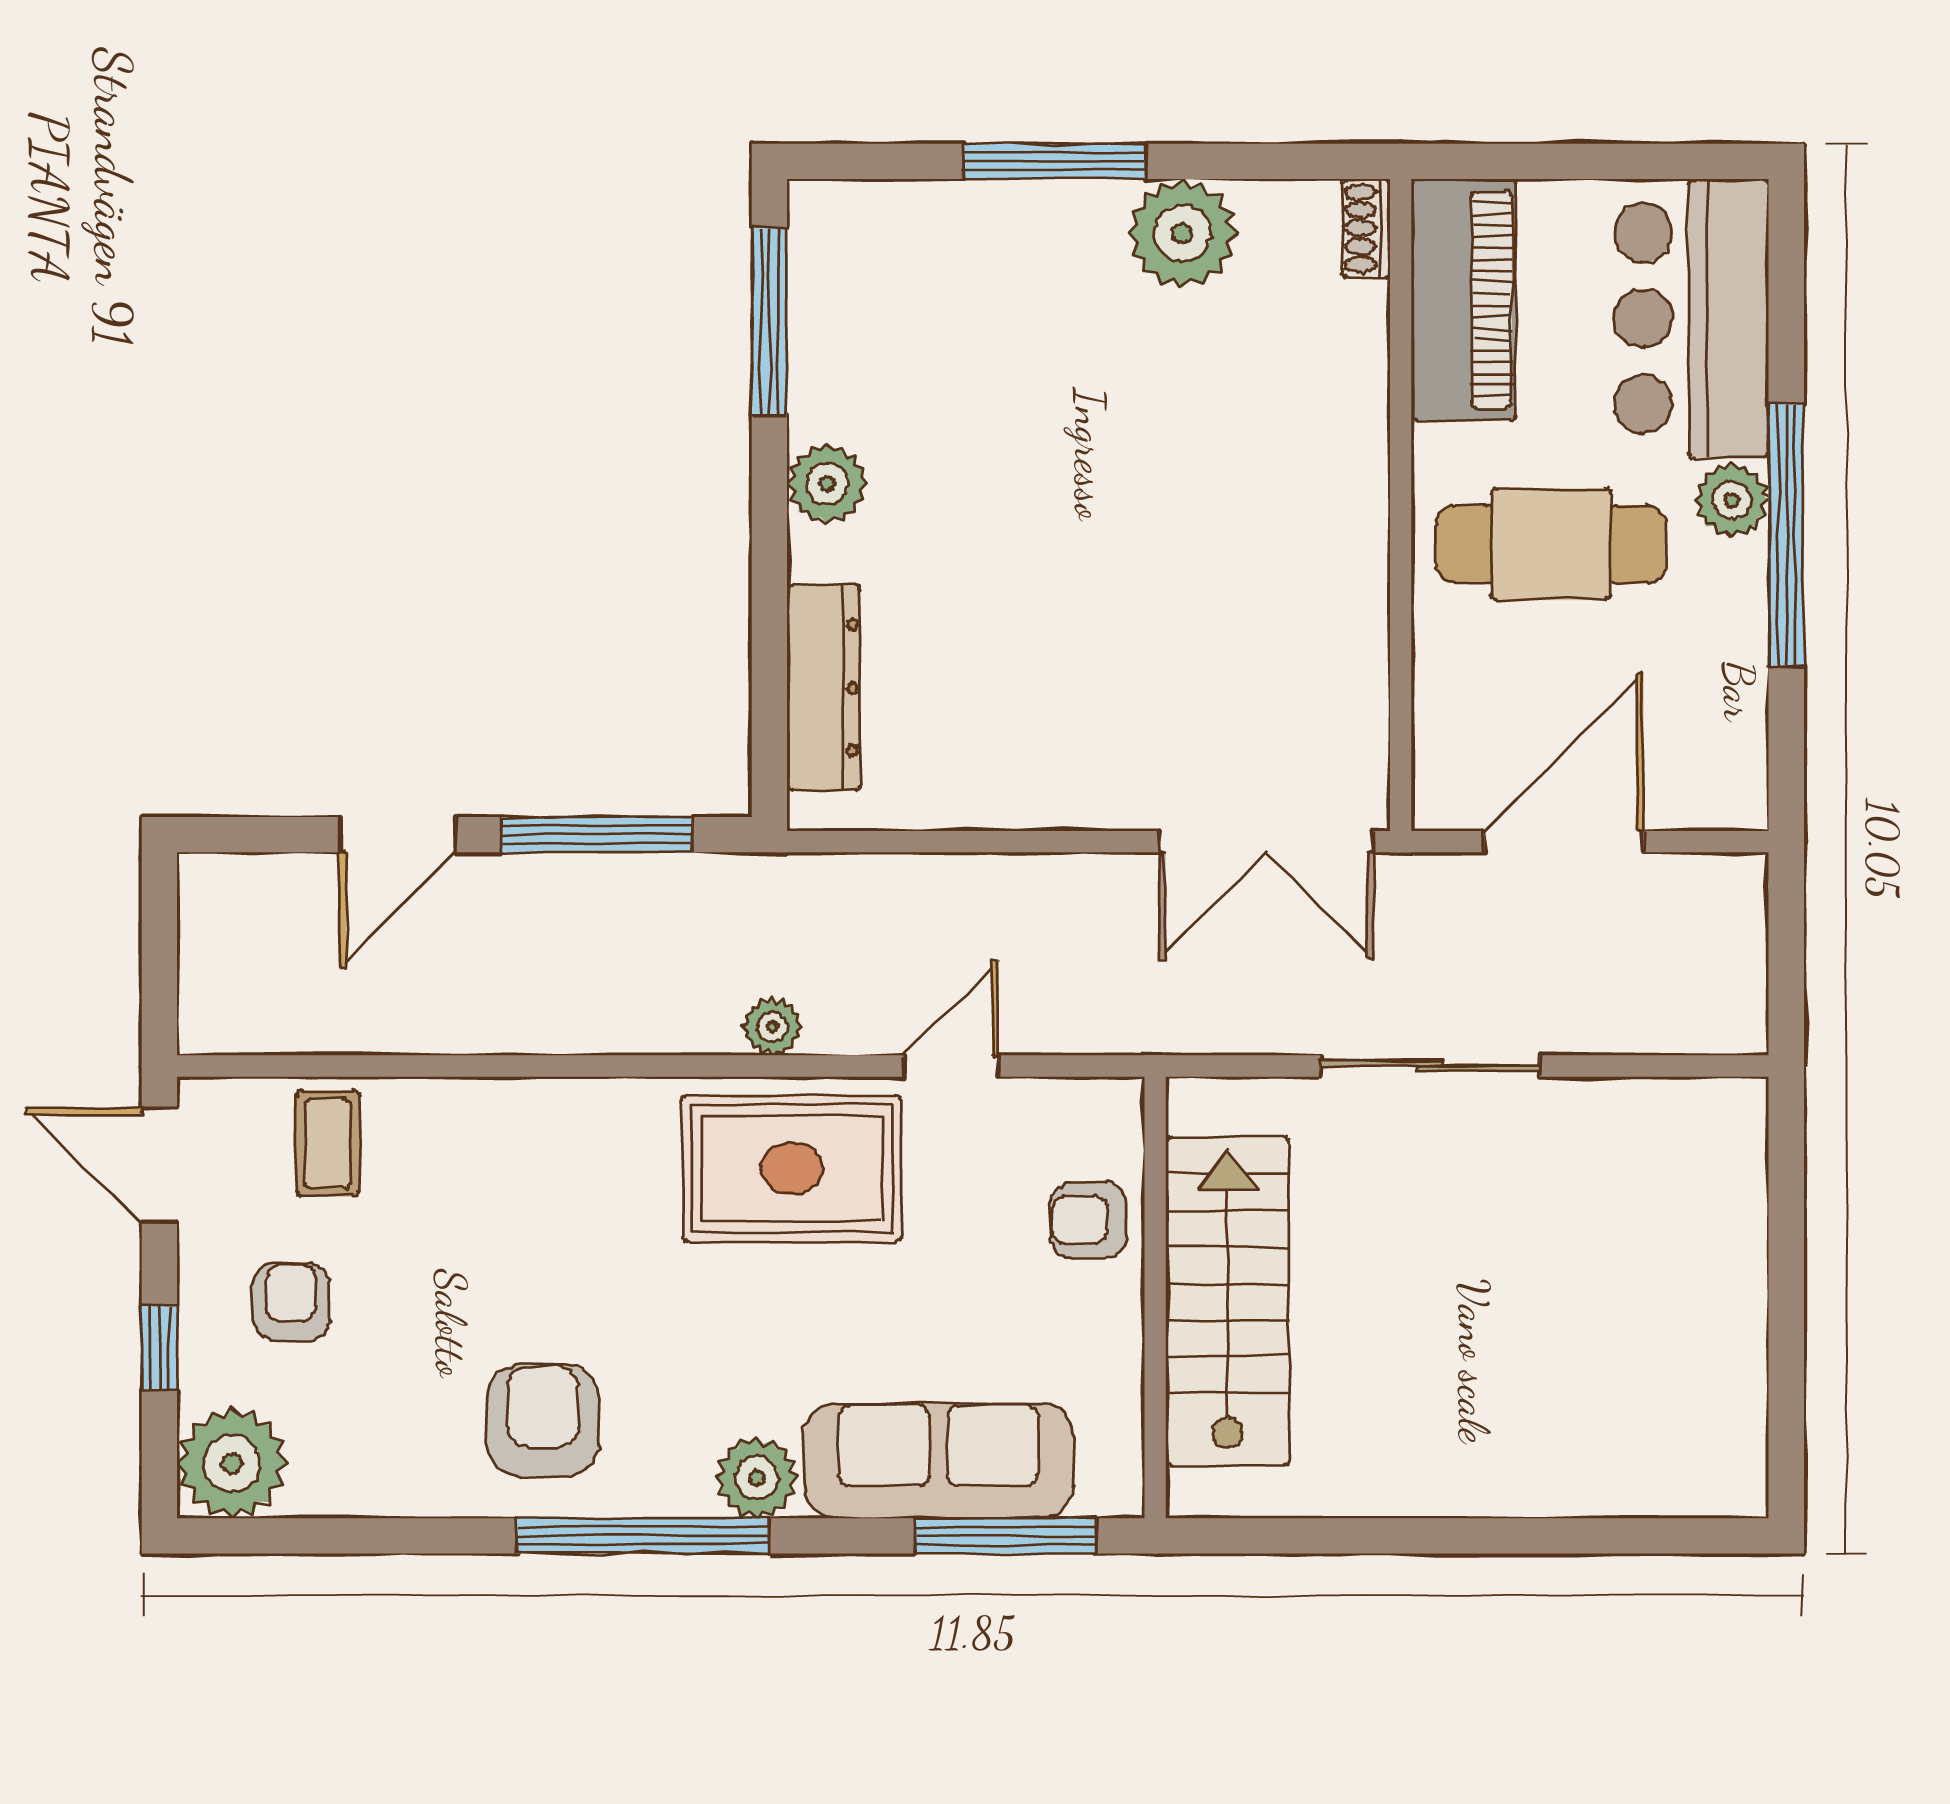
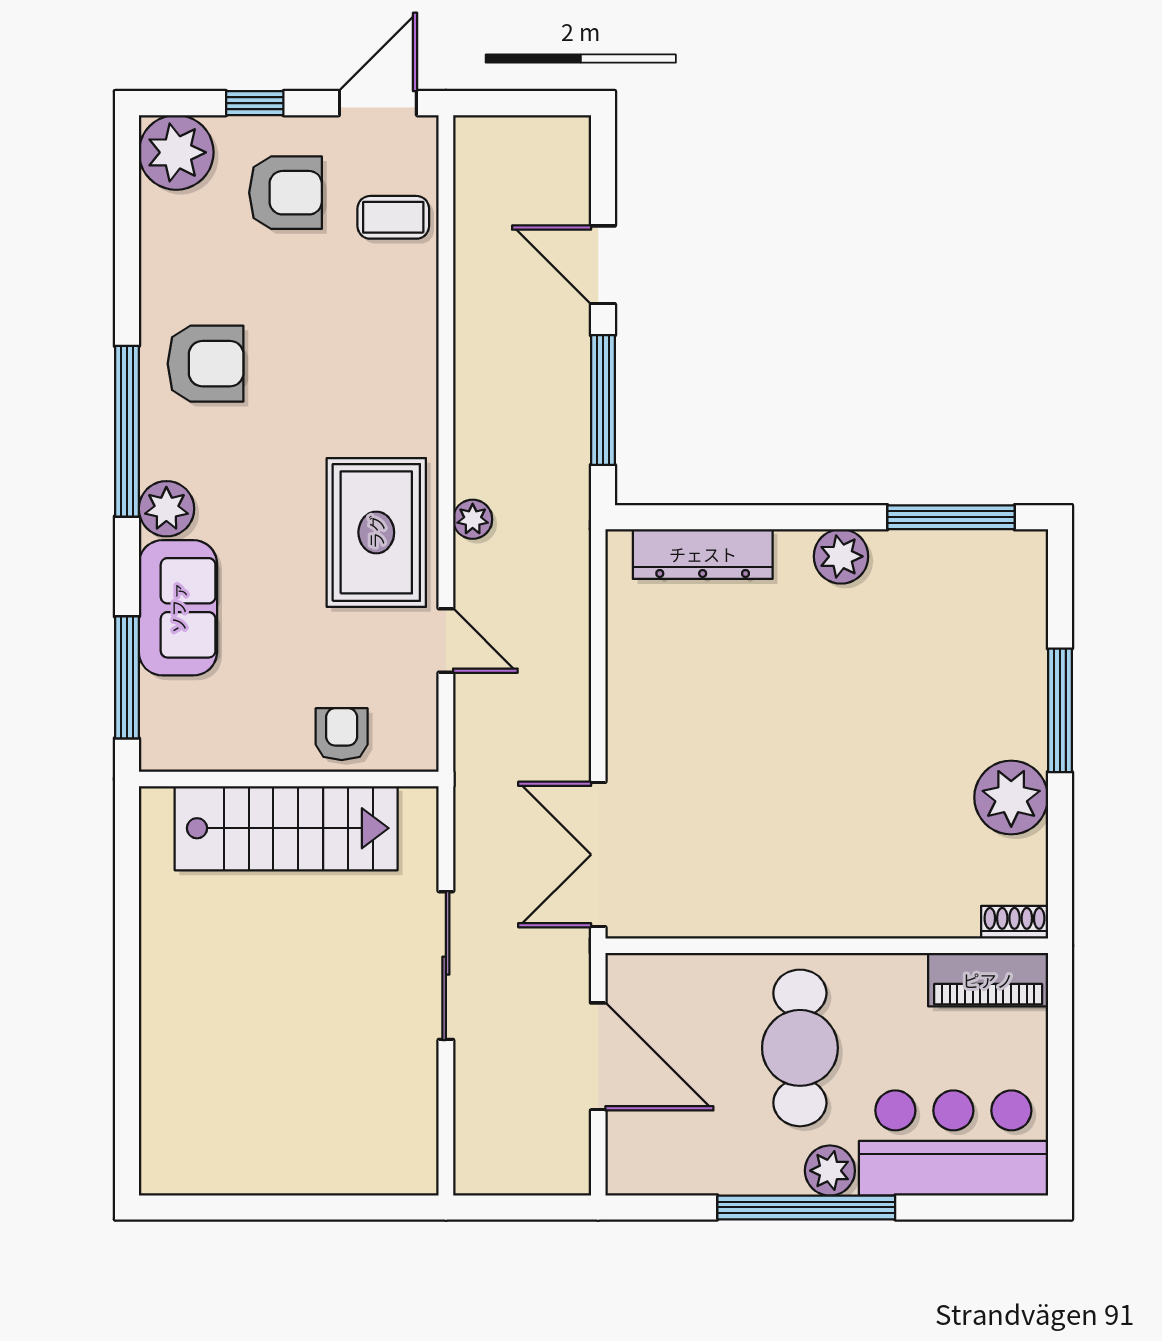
piano: (1463, 300) -> (988, 980), width x0.73, depth x0.75
armchair: (291, 1302) -> (286, 193), width x1.38, depth x1.38
sofa: (939, 1461) -> (178, 608), width x0.73

